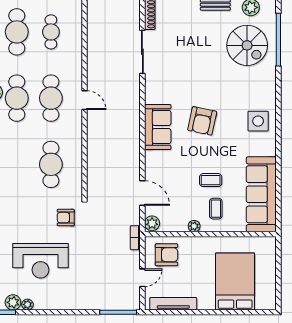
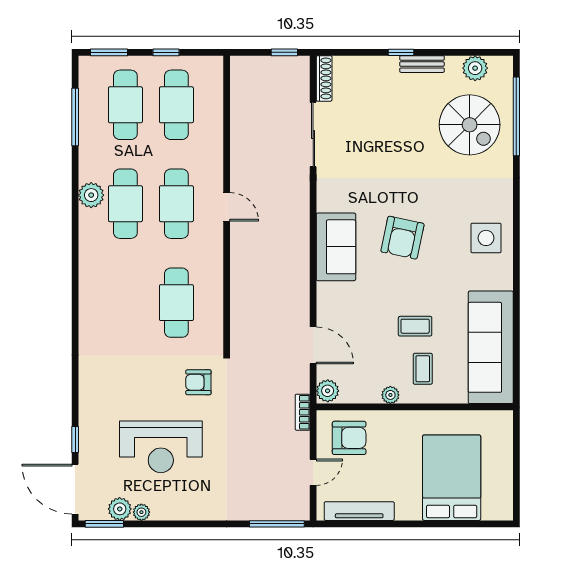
cafe table: (51, 32) -> (176, 105), width x1.37, depth x1.35

